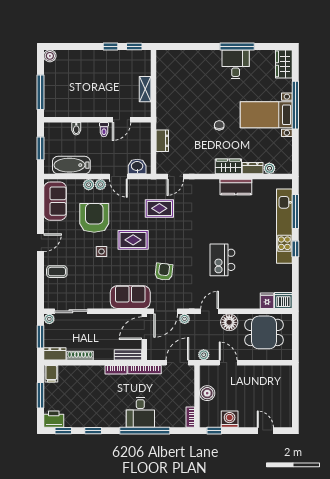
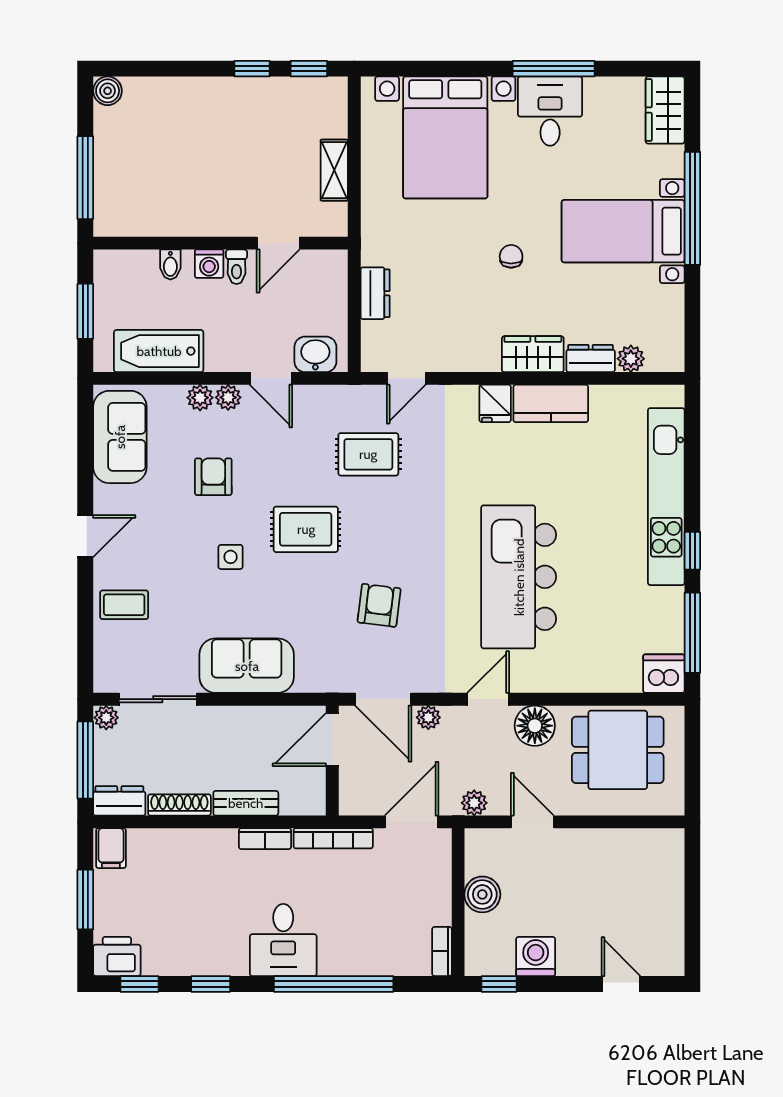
bed with nightstands: (192, 75) -> (445, 137), added
washing machine: (92, 128) -> (209, 264), added
window: (295, 212) -> (692, 633), moved
armchair: (94, 218) -> (213, 477), width x0.53, depth x0.53
kitchen island: (222, 260) -> (519, 577), width x1.87, depth x1.28
sofa: (130, 297) -> (247, 666), moved
fridge: (267, 301) -> (495, 403), moved, turned 180
door: (166, 311) -> (383, 699), hinge flipped
window: (41, 337) -> (85, 760), width x1.44
bench: (128, 355) -> (246, 803), moved
desk: (140, 412) -> (283, 940), moved

